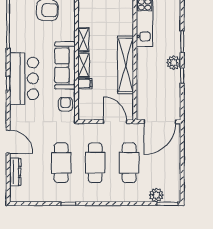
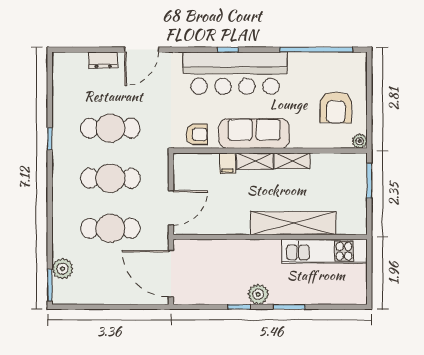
shelving: (126, 65) -> (293, 223), moved
bar counter: (24, 78) -> (235, 73), width x1.36
dresser: (15, 172) -> (103, 60), width x0.70

